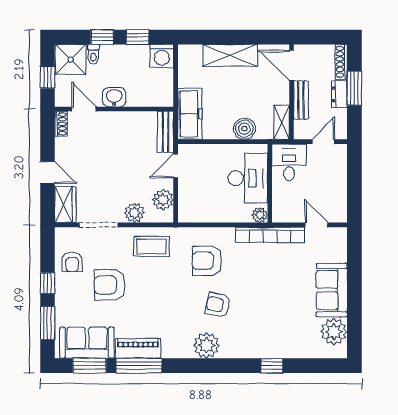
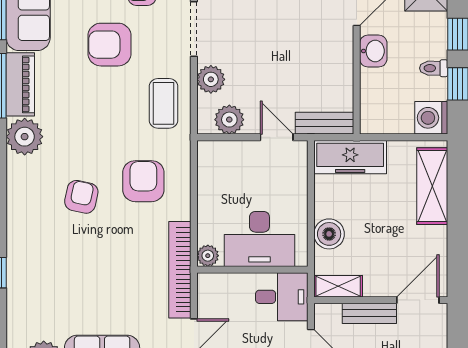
toilet: (93, 54) -> (434, 68), moved
shelving: (230, 55) -> (432, 186), moved
armchair: (110, 285) -> (109, 45), turned -90
plant: (206, 345) -> (25, 137), moved

